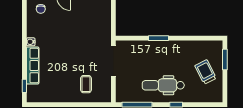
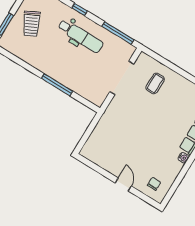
window: (159, 38) -> (57, 85), width x1.44
doorway: (113, 61) -> (122, 78), moved

